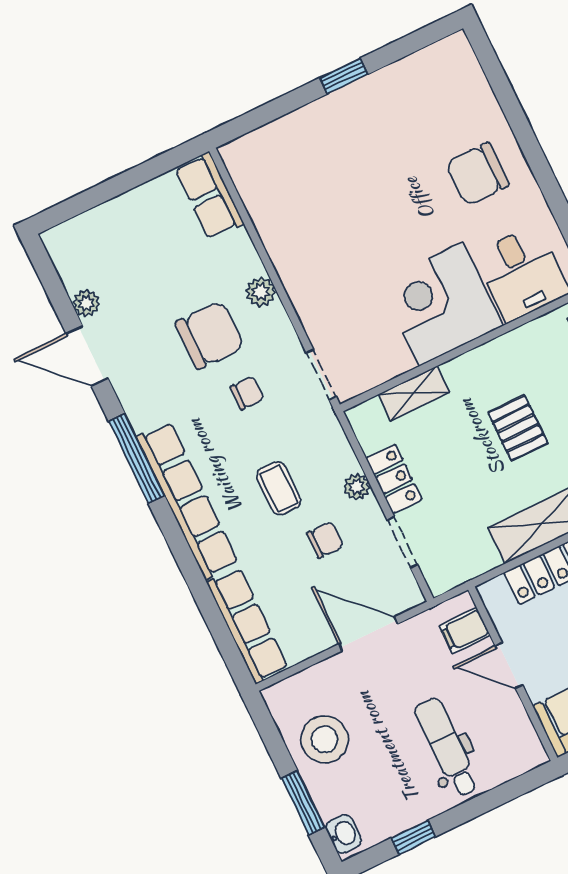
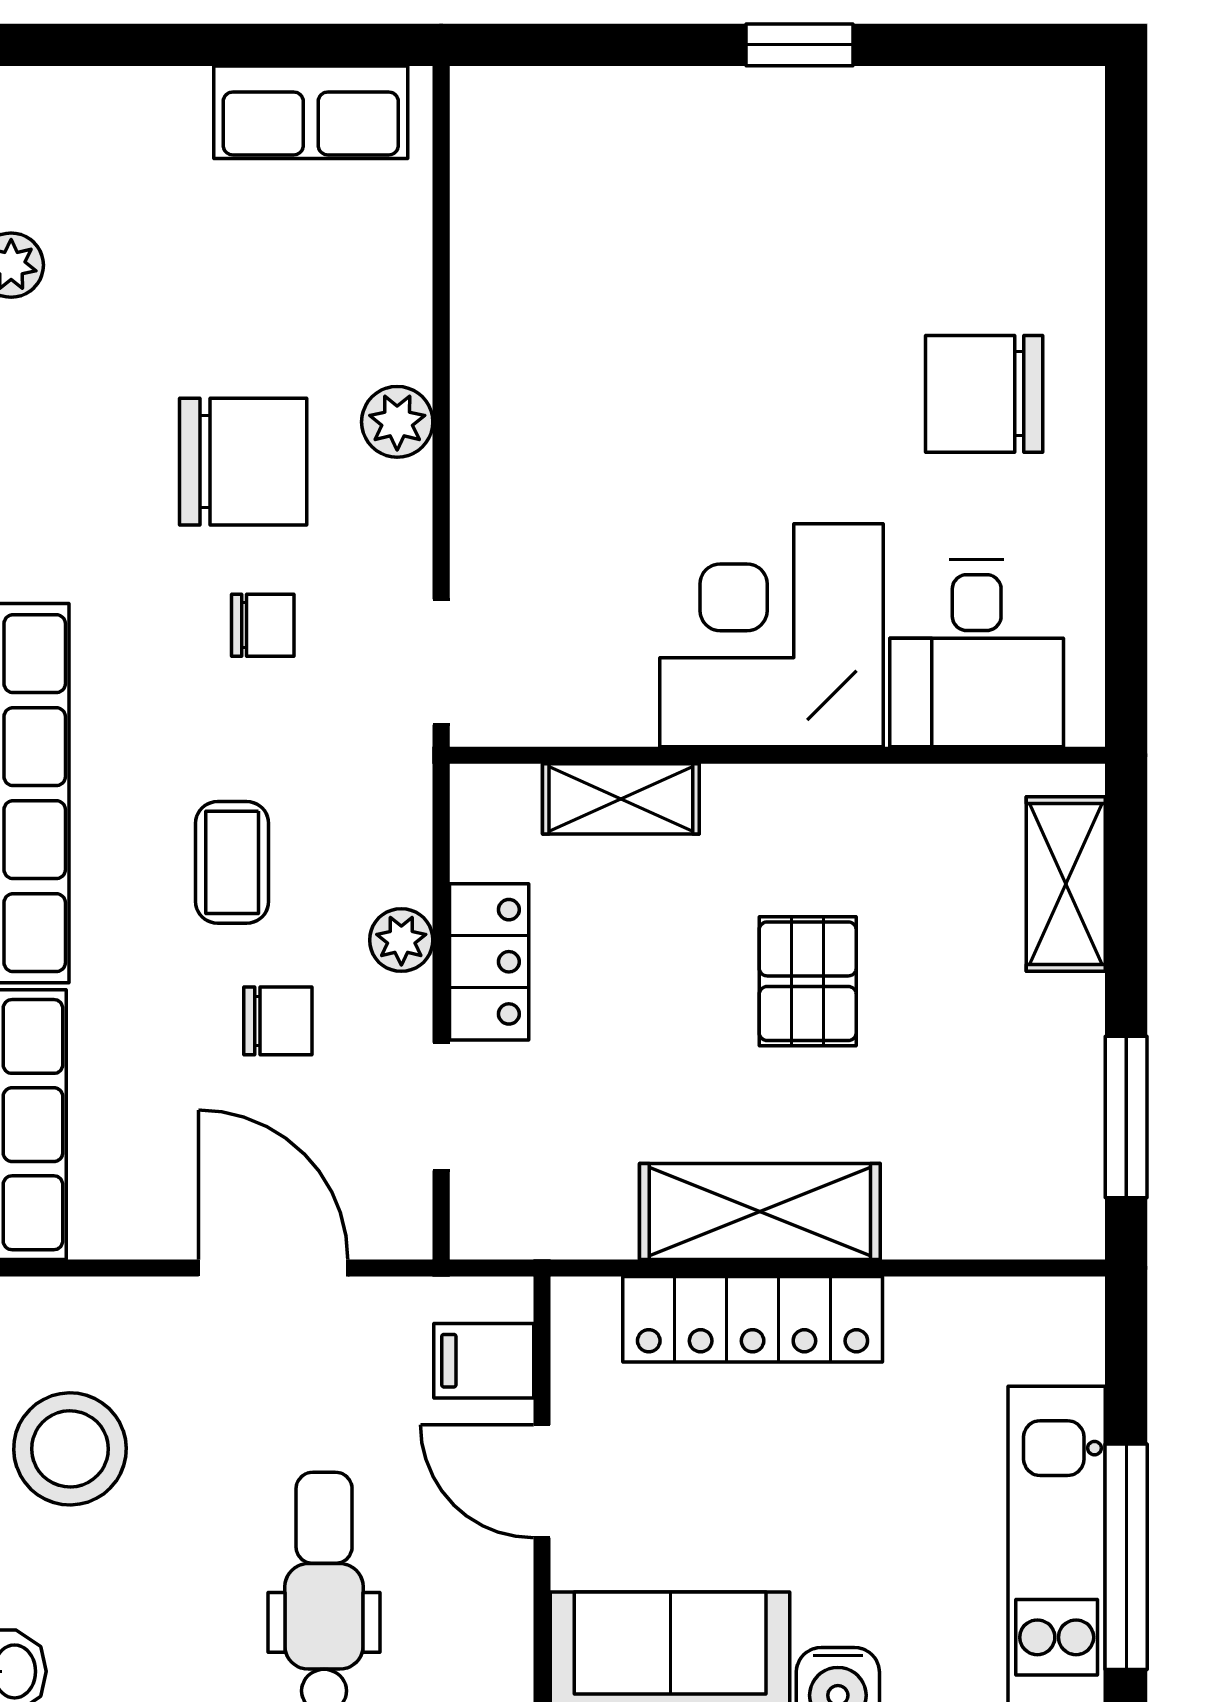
row of seats: (209, 196) -> (311, 112), moved, turned -90

